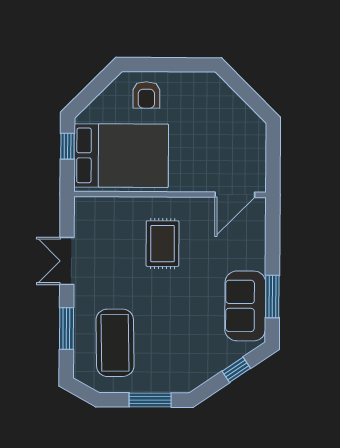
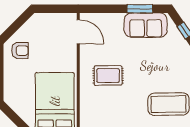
armchair: (146, 95) -> (20, 51), moved

